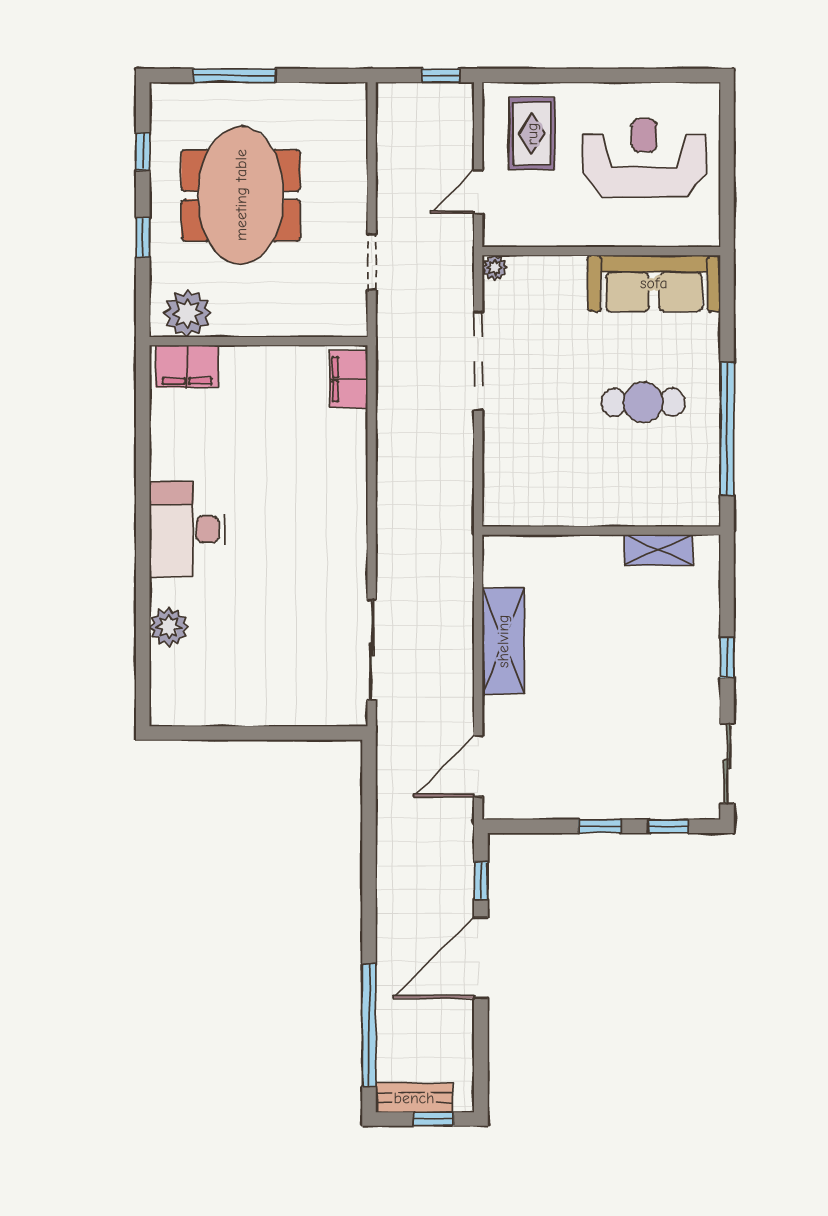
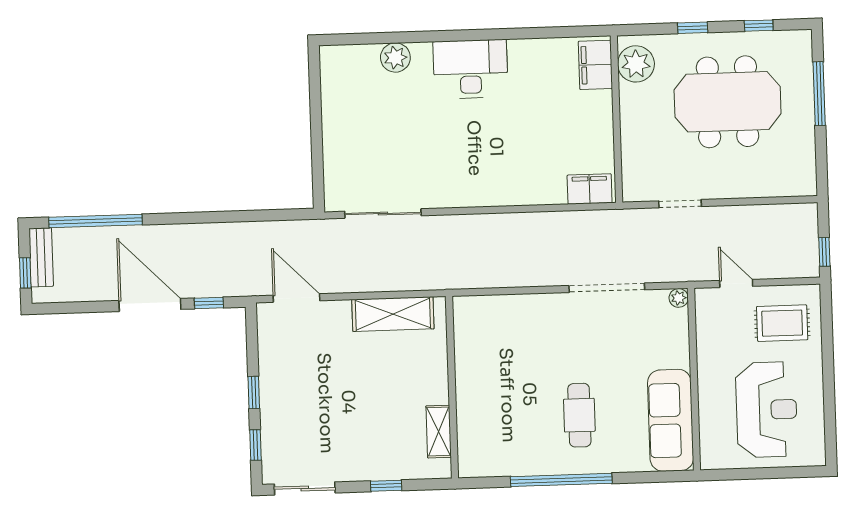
wall: (601, 531) -> (452, 387), moved
shelving: (659, 550) -> (439, 432), moved

